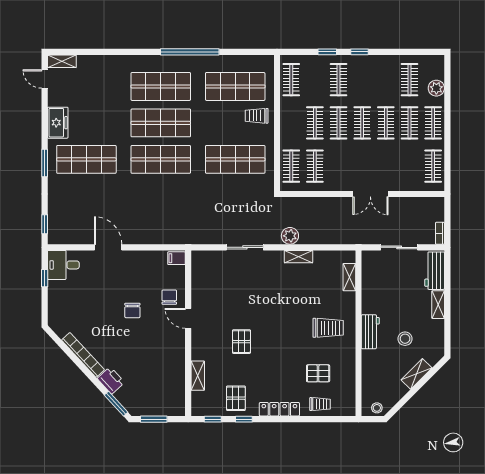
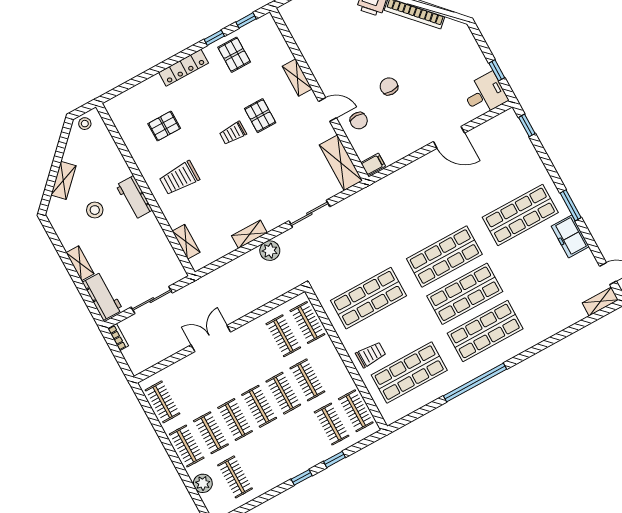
clothes rail: (339, 80) -> (332, 424), moved
window: (45, 163) -> (571, 205), moved
shelving: (200, 273) -> (341, 163), added
shelving: (198, 376) -> (297, 78), moved
trolley: (320, 404) -> (233, 133), moved

